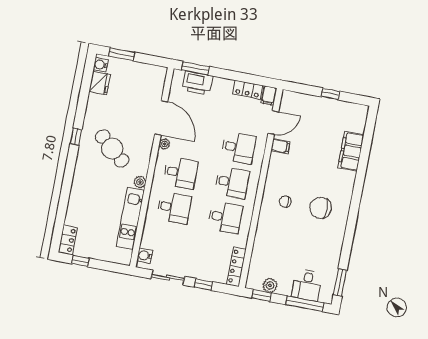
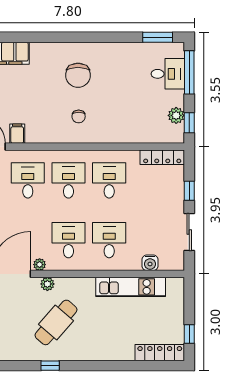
plant: (140, 182) -> (47, 284), moved
locker: (68, 240) -> (160, 353), width x1.53
water cooler: (145, 256) -> (150, 263), moved

